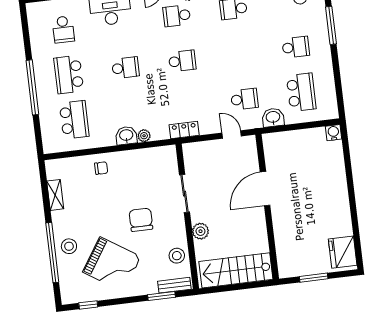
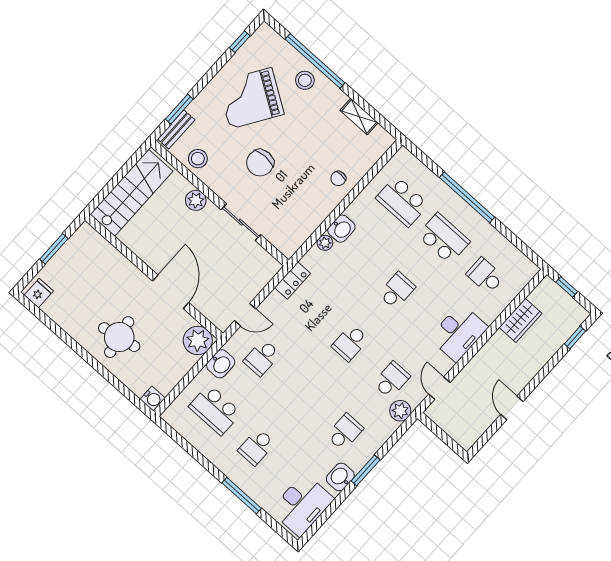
school desk: (125, 68) -> (397, 291), turned 180
plant: (275, 144) -> (198, 340), added
round table: (321, 188) -> (119, 337), added
chair: (141, 220) -> (260, 163), turned 90
fridge: (343, 252) -> (39, 293), width x0.53, depth x0.75

